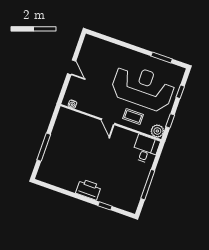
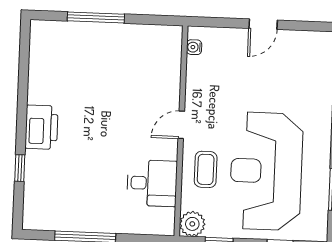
reception desk: (143, 88) -> (266, 171), turned 180
desk: (146, 149) -> (152, 183), moved

